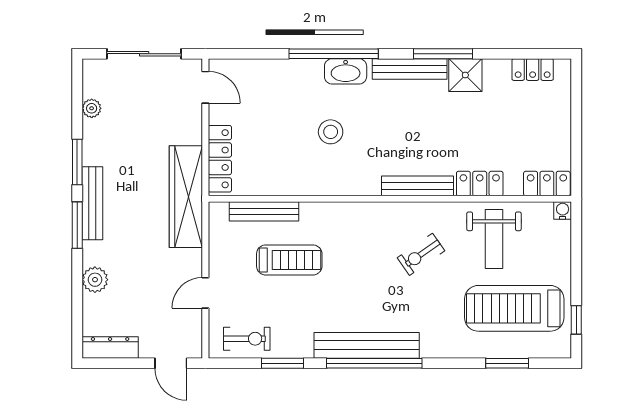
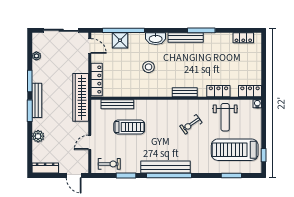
window: (334, 54) -> (124, 30), moved
shower: (465, 75) -> (120, 40), moved
bench: (417, 186) -> (185, 92), width x0.73

